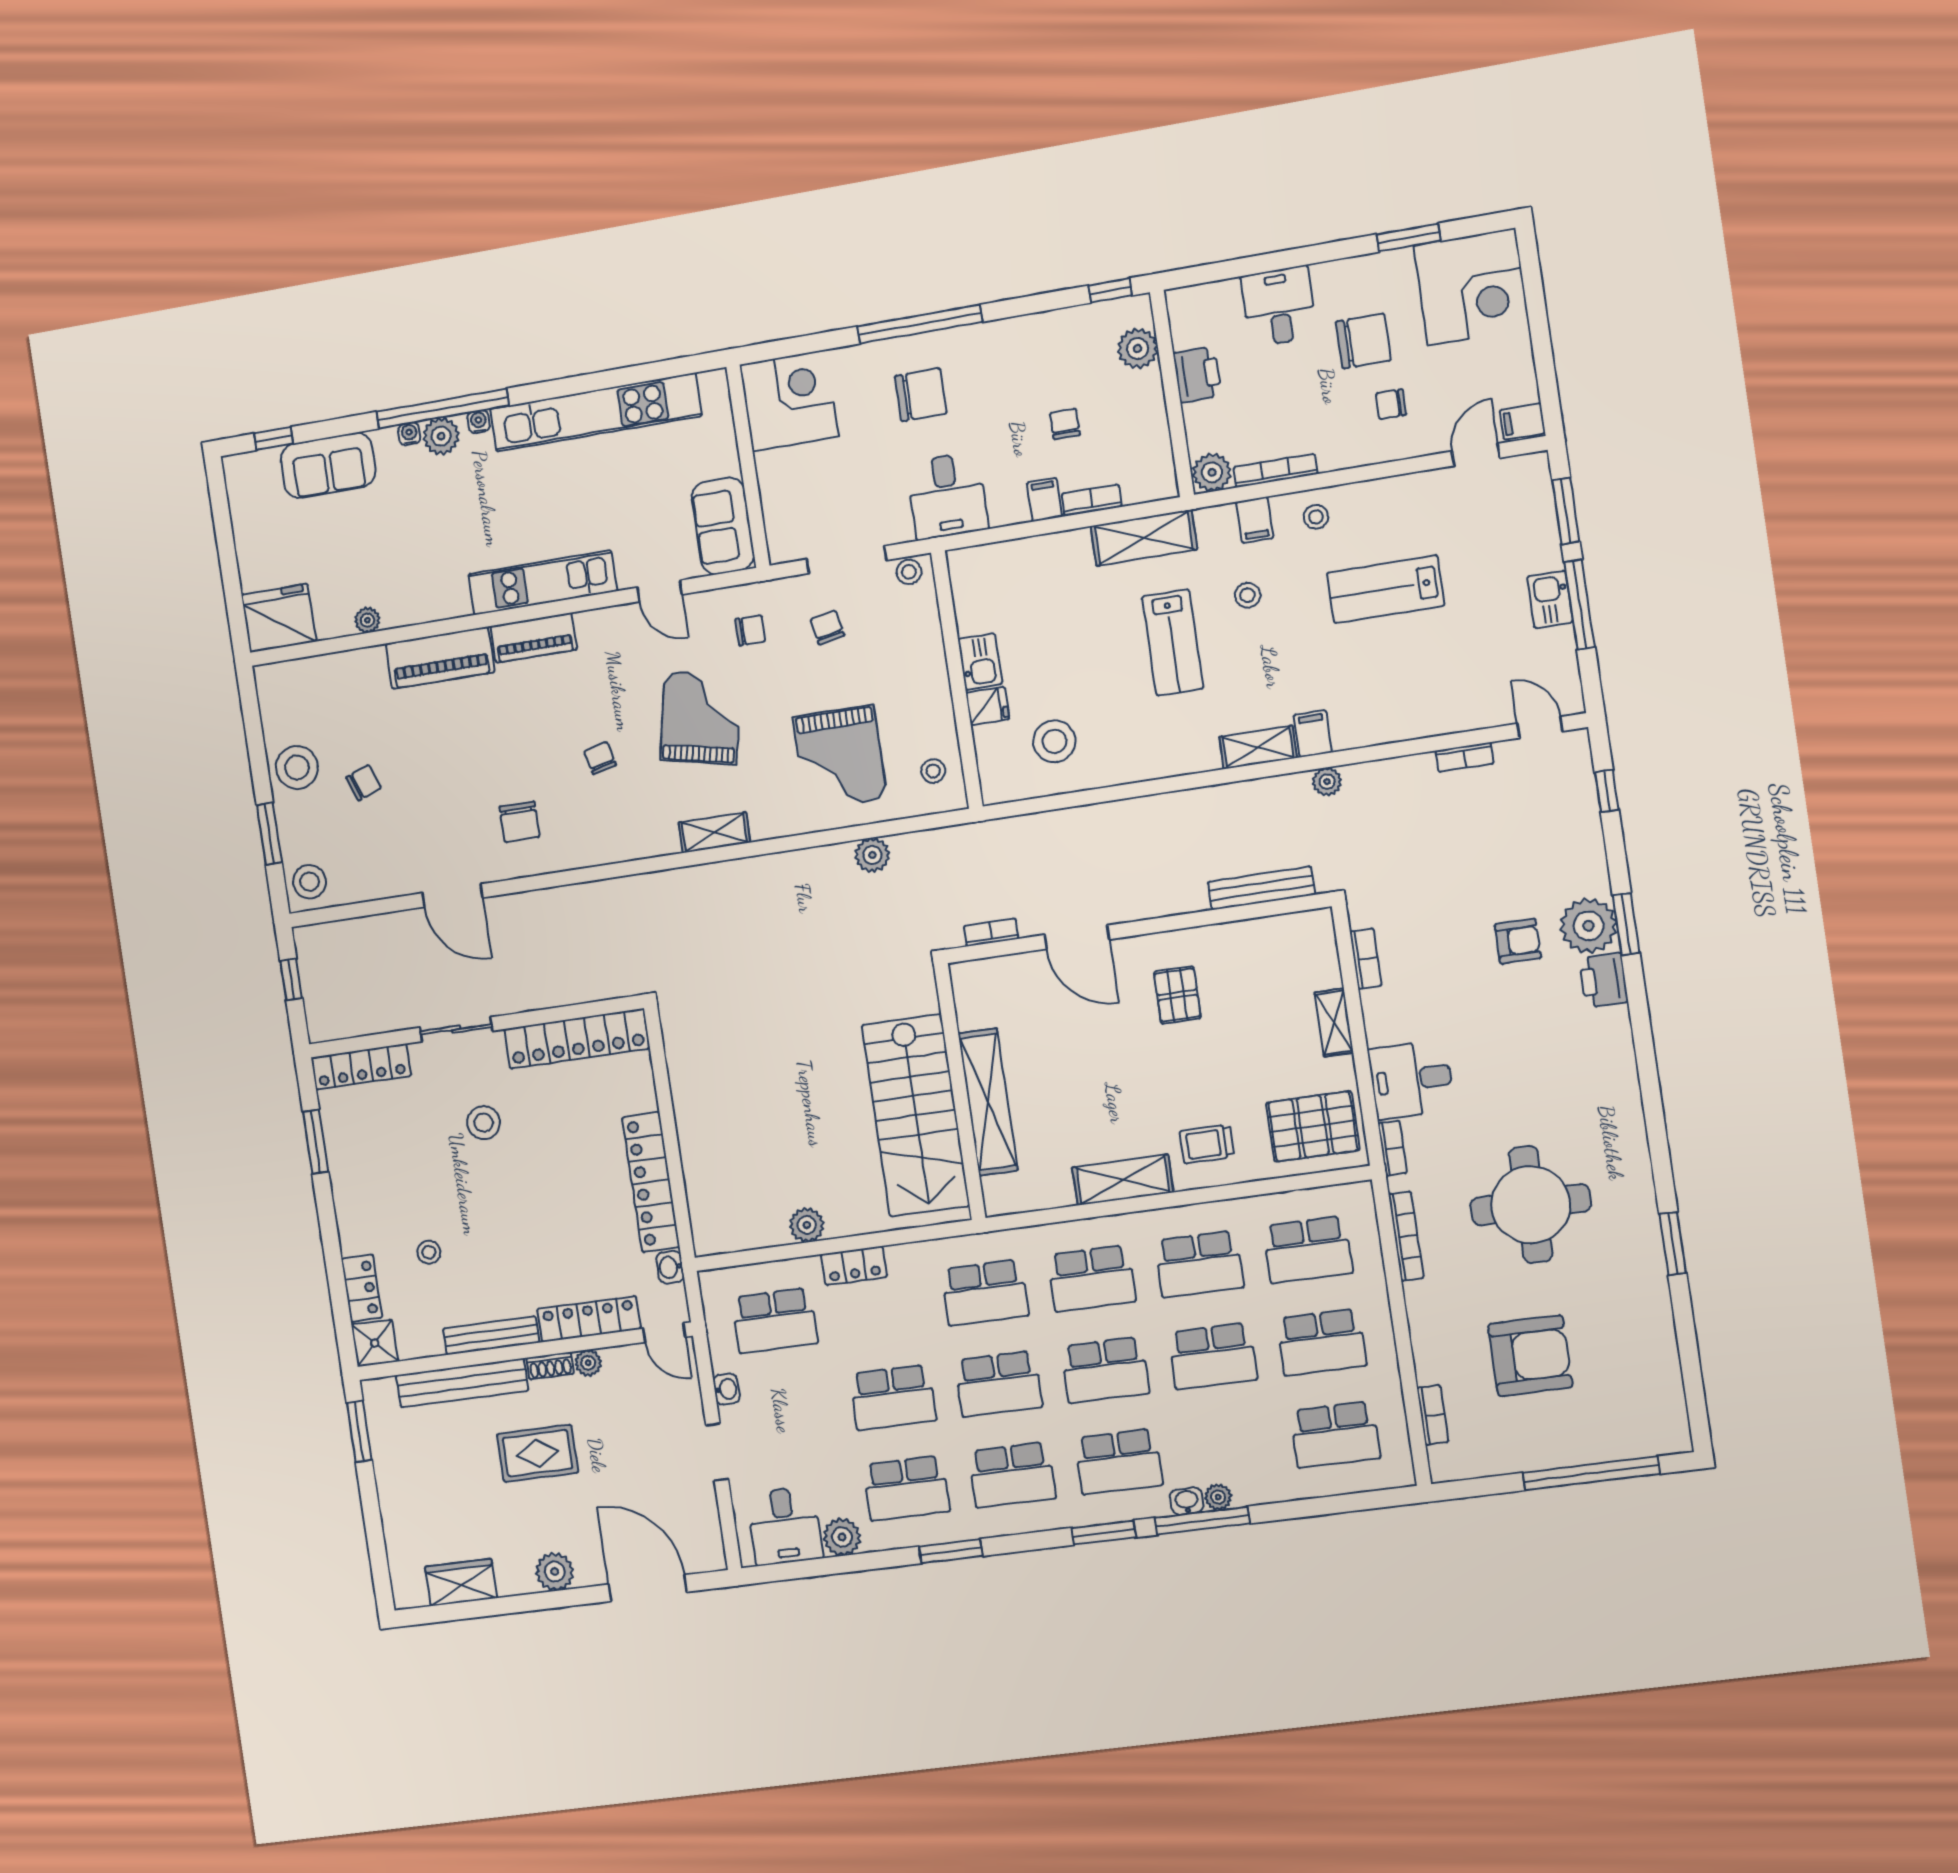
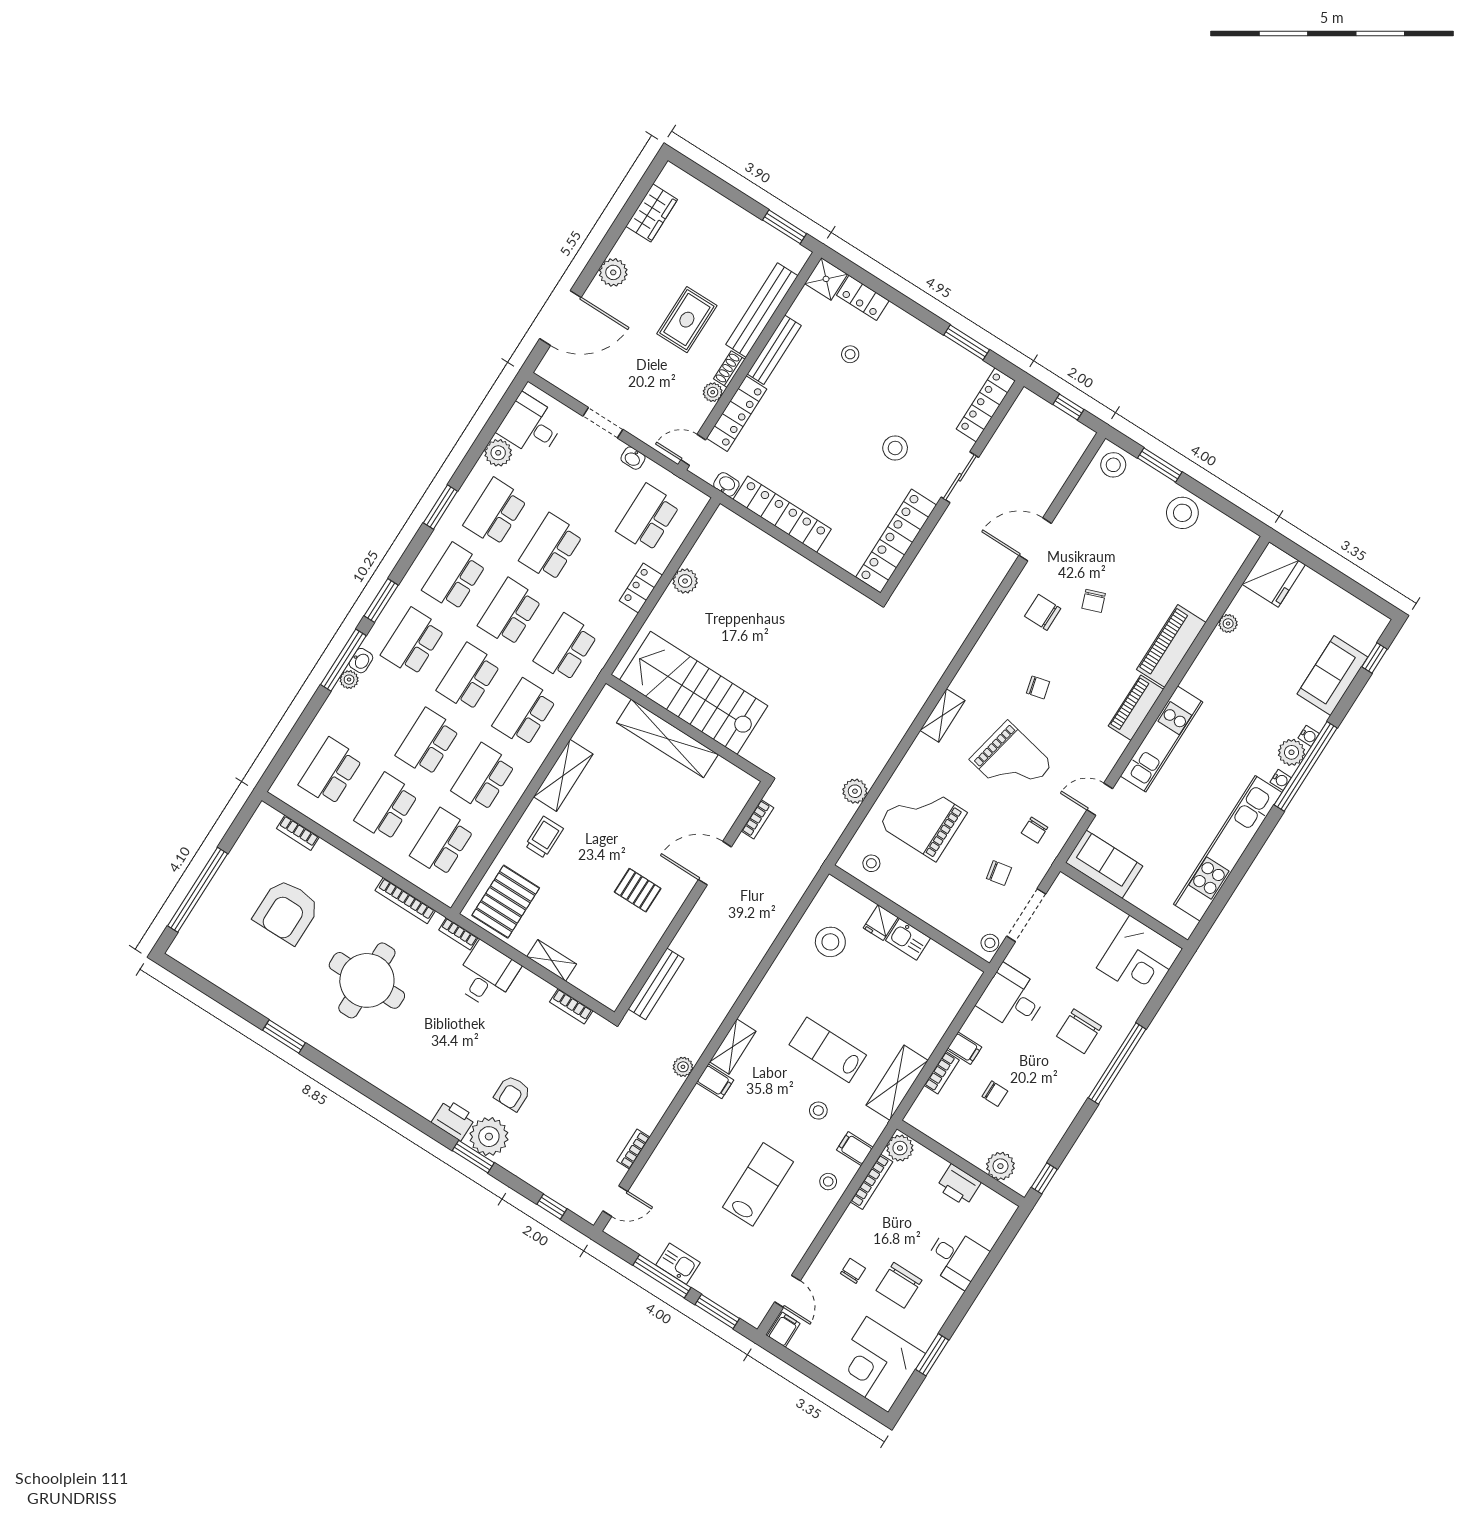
chair: (364, 783) -> (1094, 601), moved

